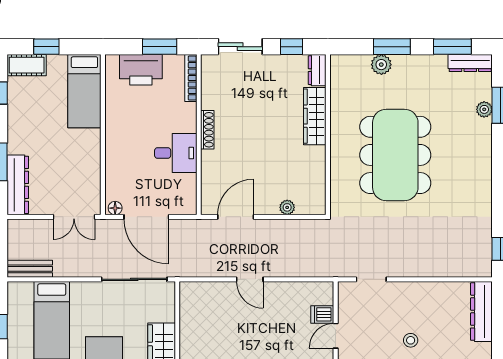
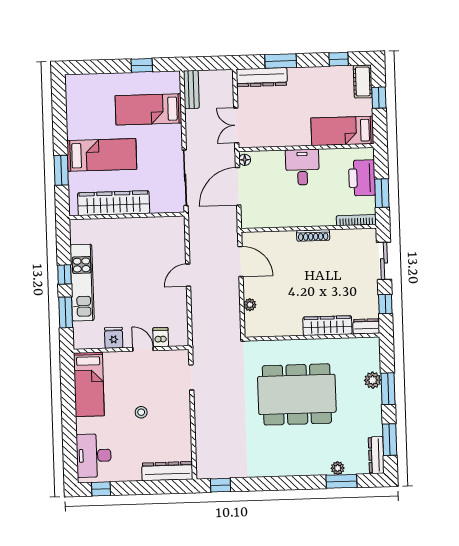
desk: (176, 153) -> (302, 167), moved, turned 180

